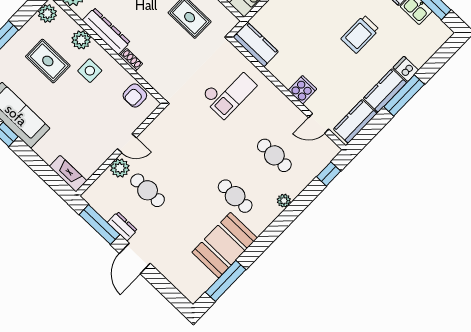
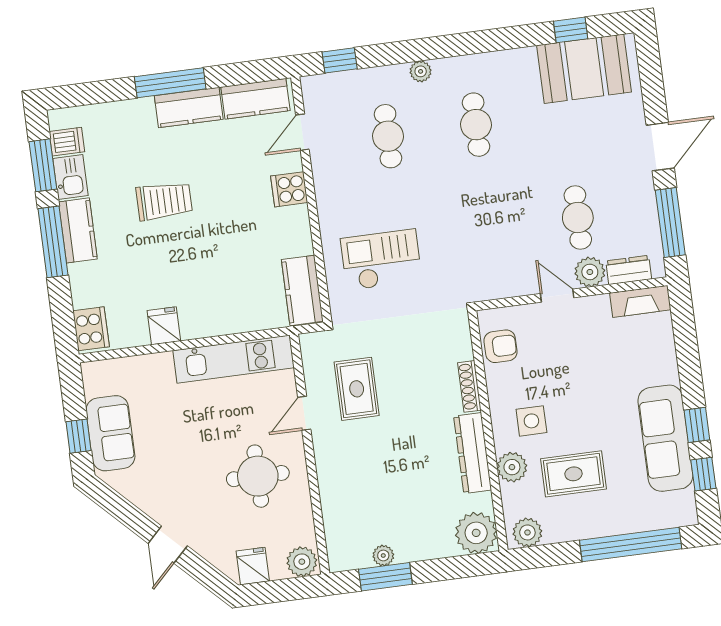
shoe rack: (131, 60) -> (469, 386), width x1.43
rug: (48, 61) -> (574, 474), turned 90
dishwasher: (406, 69) -> (67, 142), moved, turned -90
door: (319, 123) -> (302, 132), swing flipped
fireplace: (68, 174) -> (640, 301), moved, turned -90
dresser: (122, 226) -> (629, 270), moved, turned 90
booth: (225, 245) -> (584, 69), moved
window: (226, 281) -> (571, 30), width x0.46

